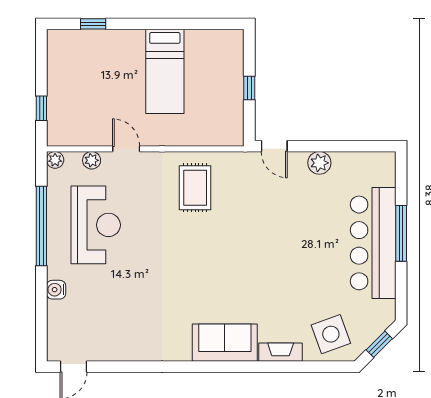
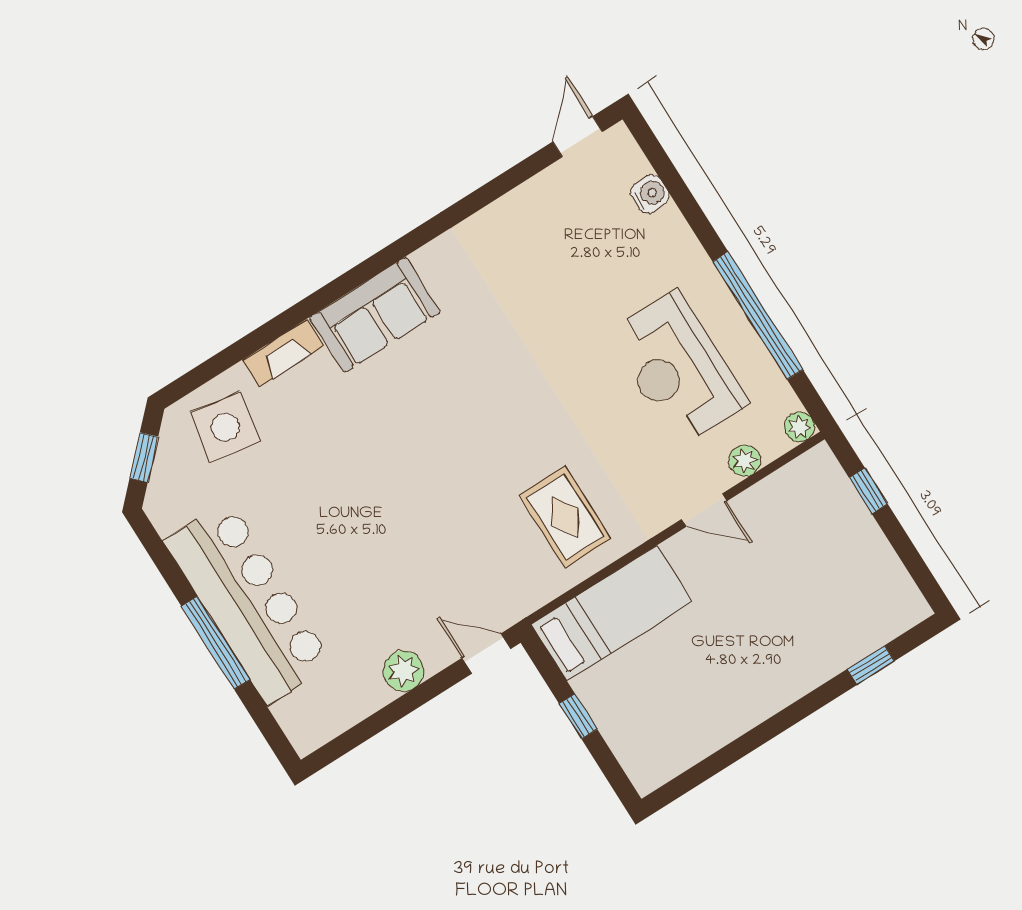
bed: (165, 71) -> (612, 613), moved, turned 90
water cooler: (56, 290) -> (650, 194), moved
side table: (331, 334) -> (225, 427), turned 30

